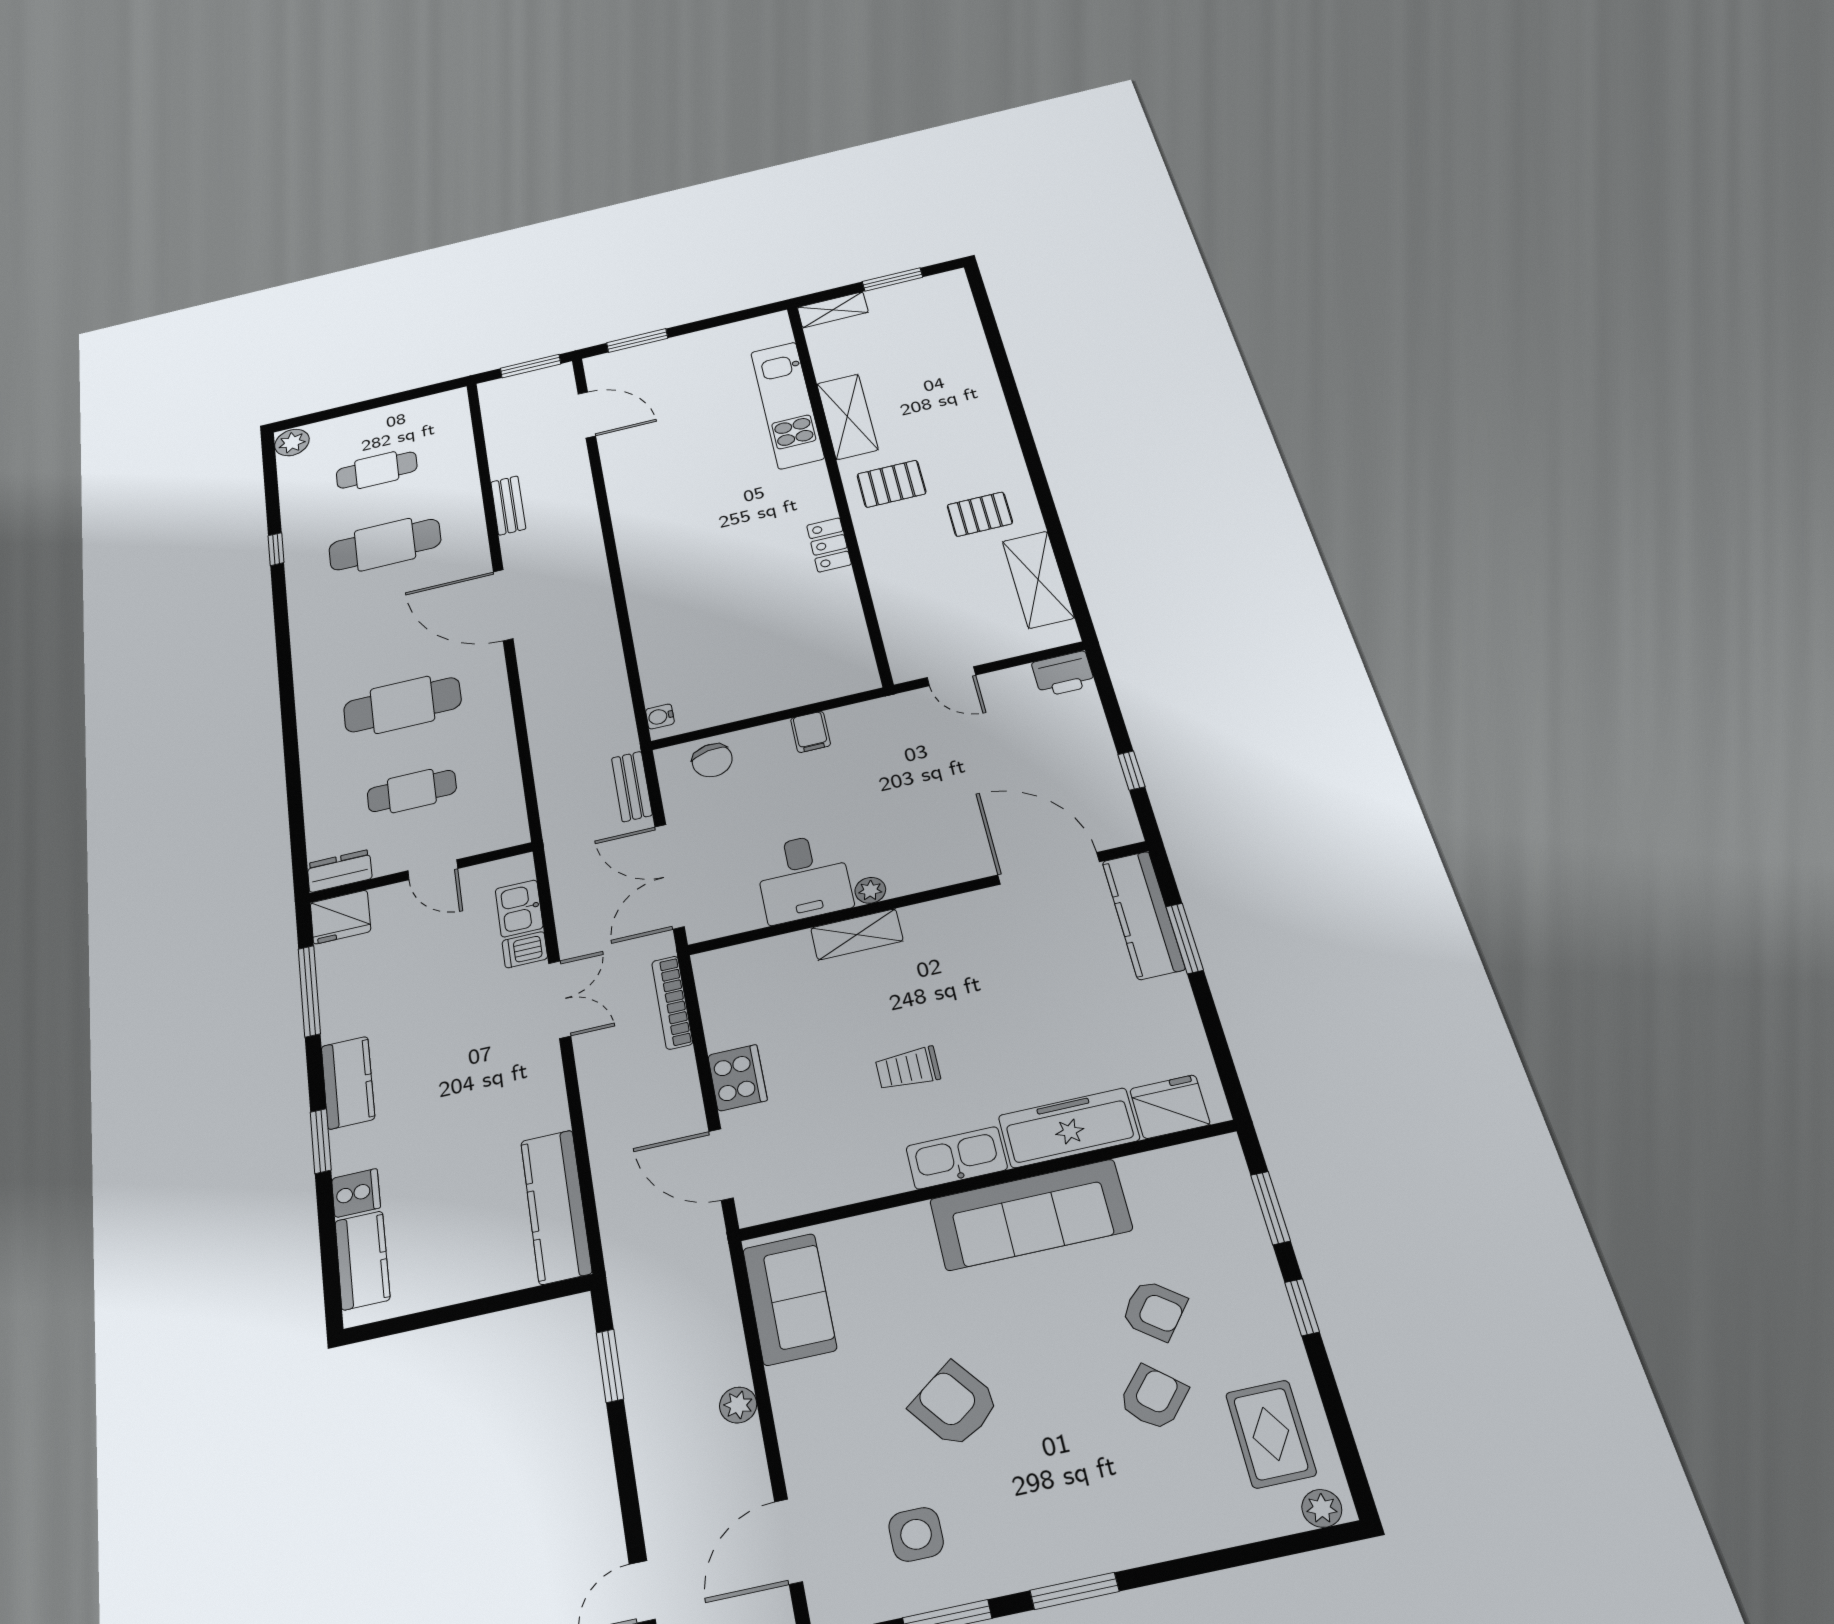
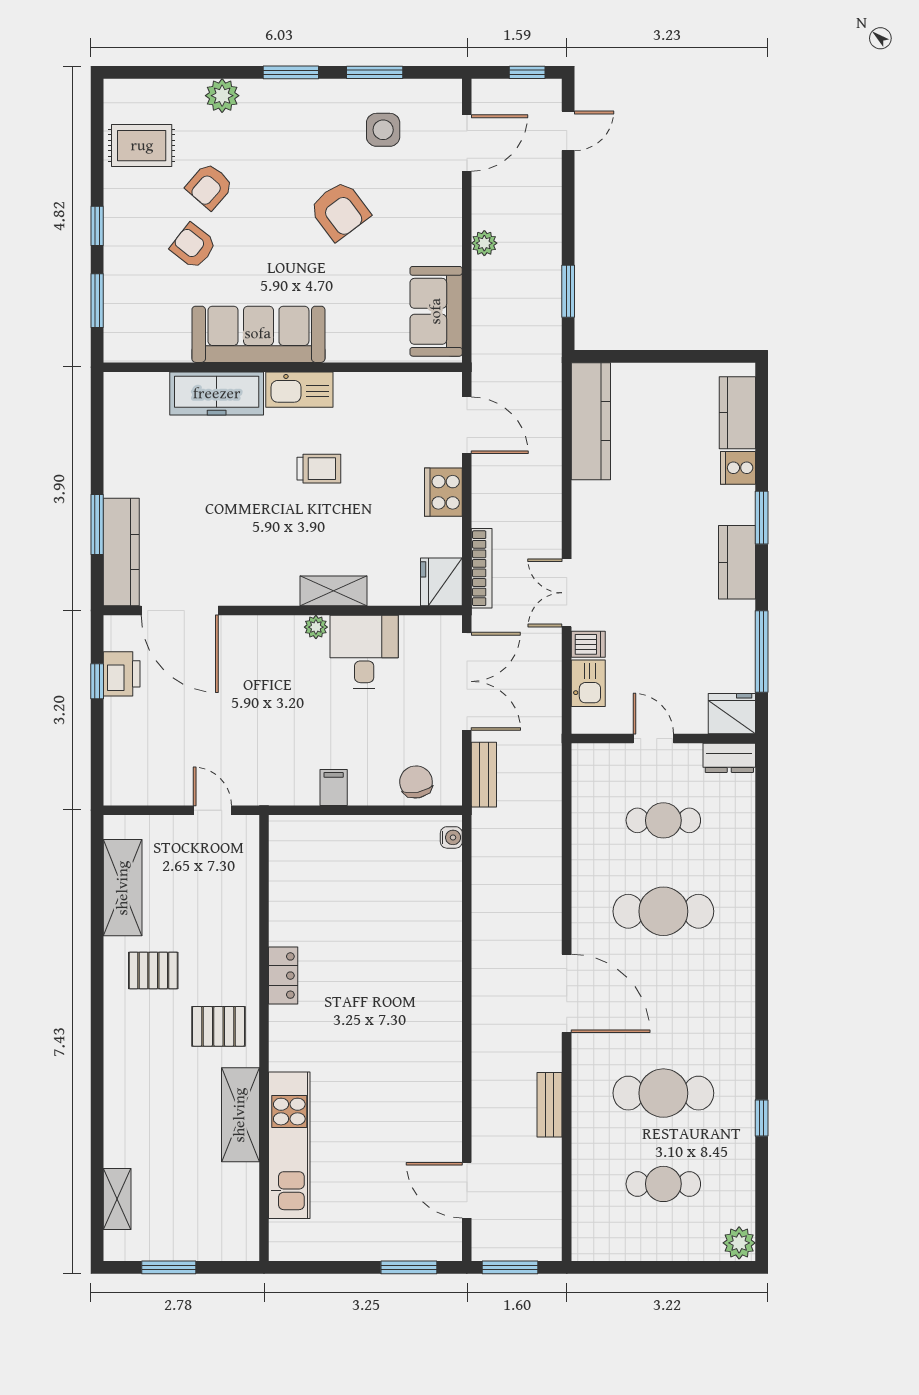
shelving: (833, 310) -> (117, 1199), moved, turned 90
printer: (1063, 674) -> (122, 674), moved, turned 90
fridge: (1170, 1107) -> (441, 582), moved, turned 90
rug: (1271, 1434) -> (142, 146), turned 90
plant: (1322, 1508) -> (222, 96), moved, width x1.38, depth x1.38

